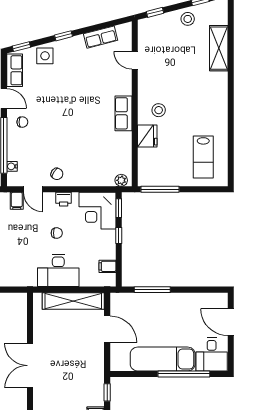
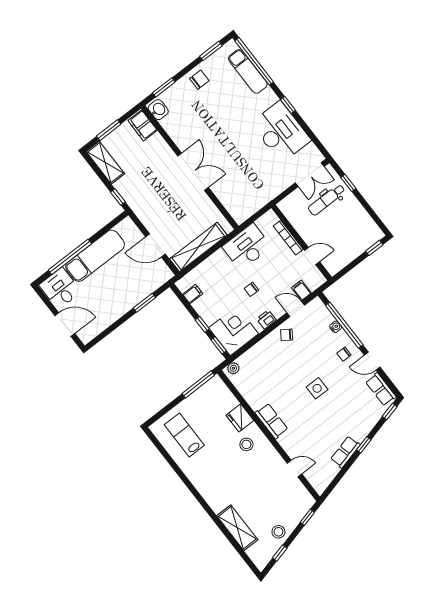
row of seats: (101, 37) -> (345, 452), moved
side table: (45, 56) -> (317, 388), moved
water cooler: (12, 166) -> (336, 327), moved
desk: (58, 271) -> (247, 247), moved
window: (152, 290) -> (144, 303), width x0.69

